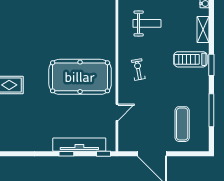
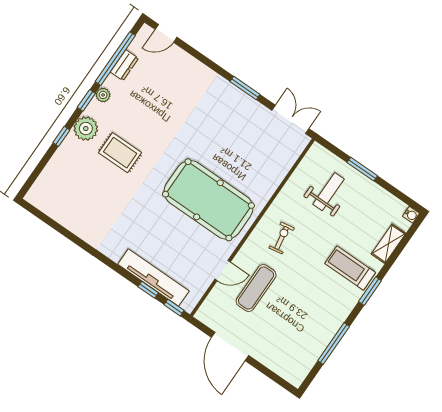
weight bench: (147, 23) -> (328, 192), turned -90
exercise mat: (182, 124) -> (256, 288), moved
window: (66, 154) -> (148, 290), moved

